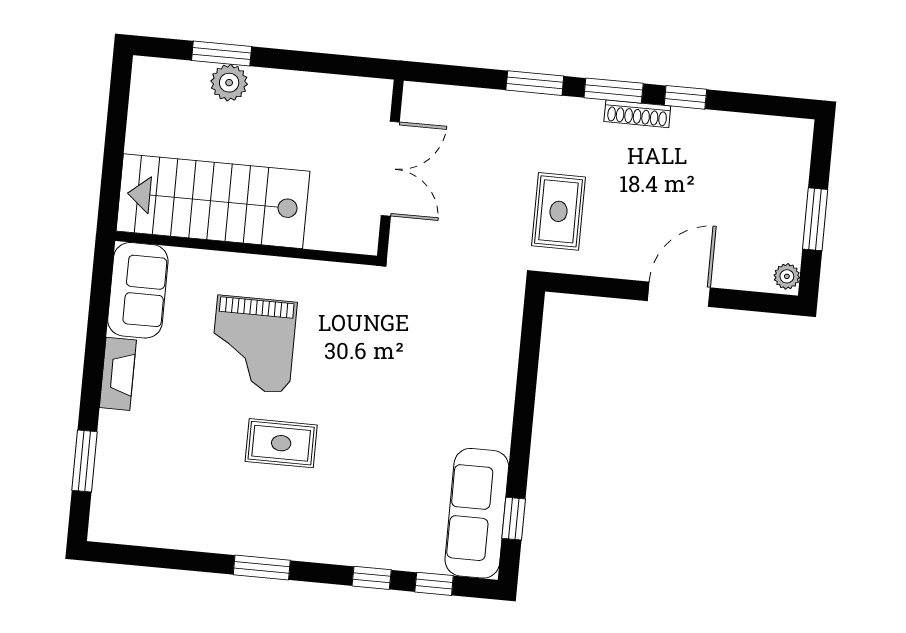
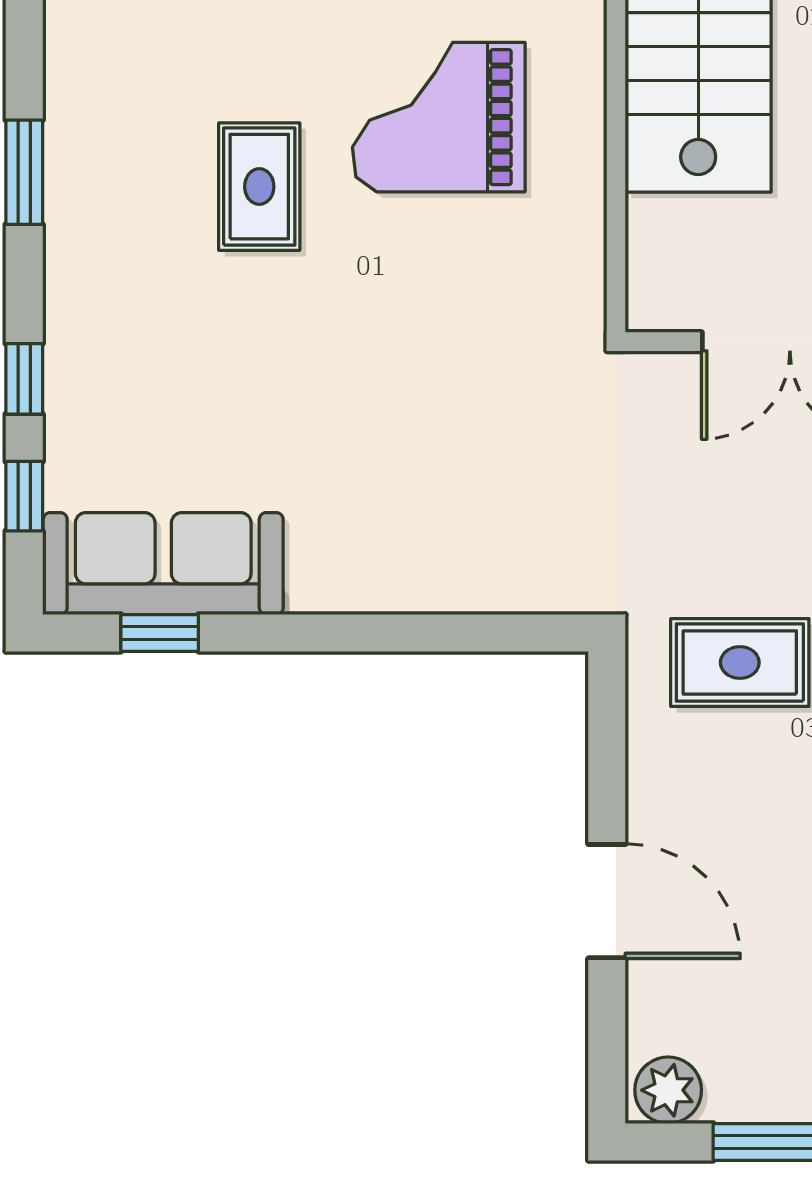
plant: (787, 276) -> (668, 1090), width x1.38, depth x1.38

